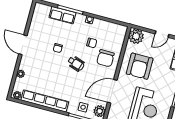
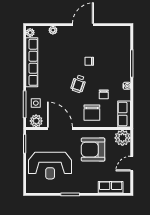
row of seats: (62, 15) -> (124, 114), moved
door: (162, 34) -> (132, 164), hinge flipped
chair: (105, 58) -> (92, 113), turned -90

